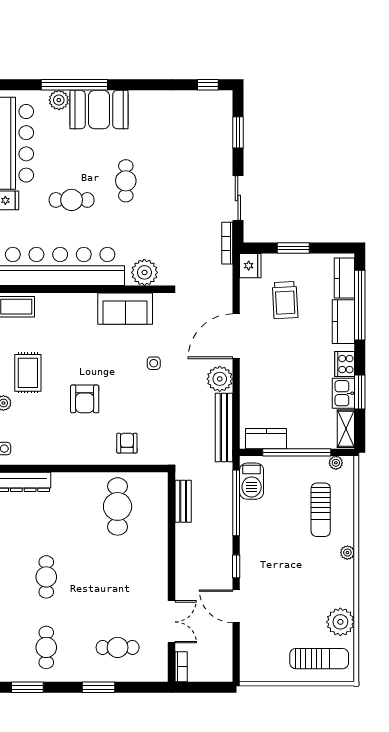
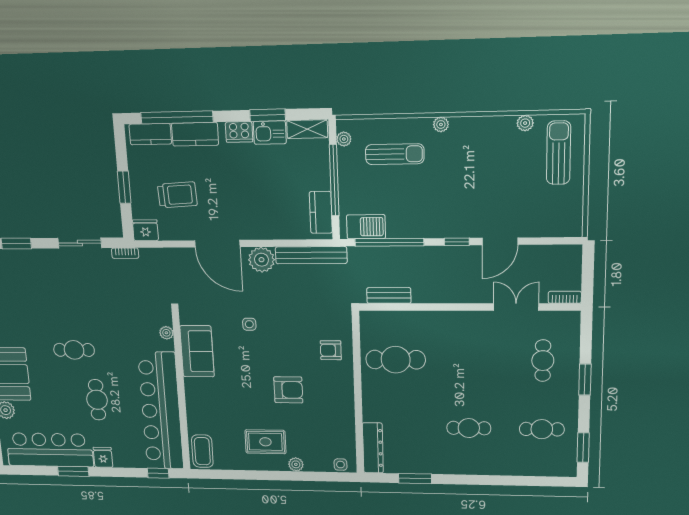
bookcase: (227, 243) -> (125, 253), width x0.64
plant: (144, 272) -> (166, 333), width x0.53, depth x0.53
plant: (340, 622) -> (525, 123), width x0.53, depth x0.53

